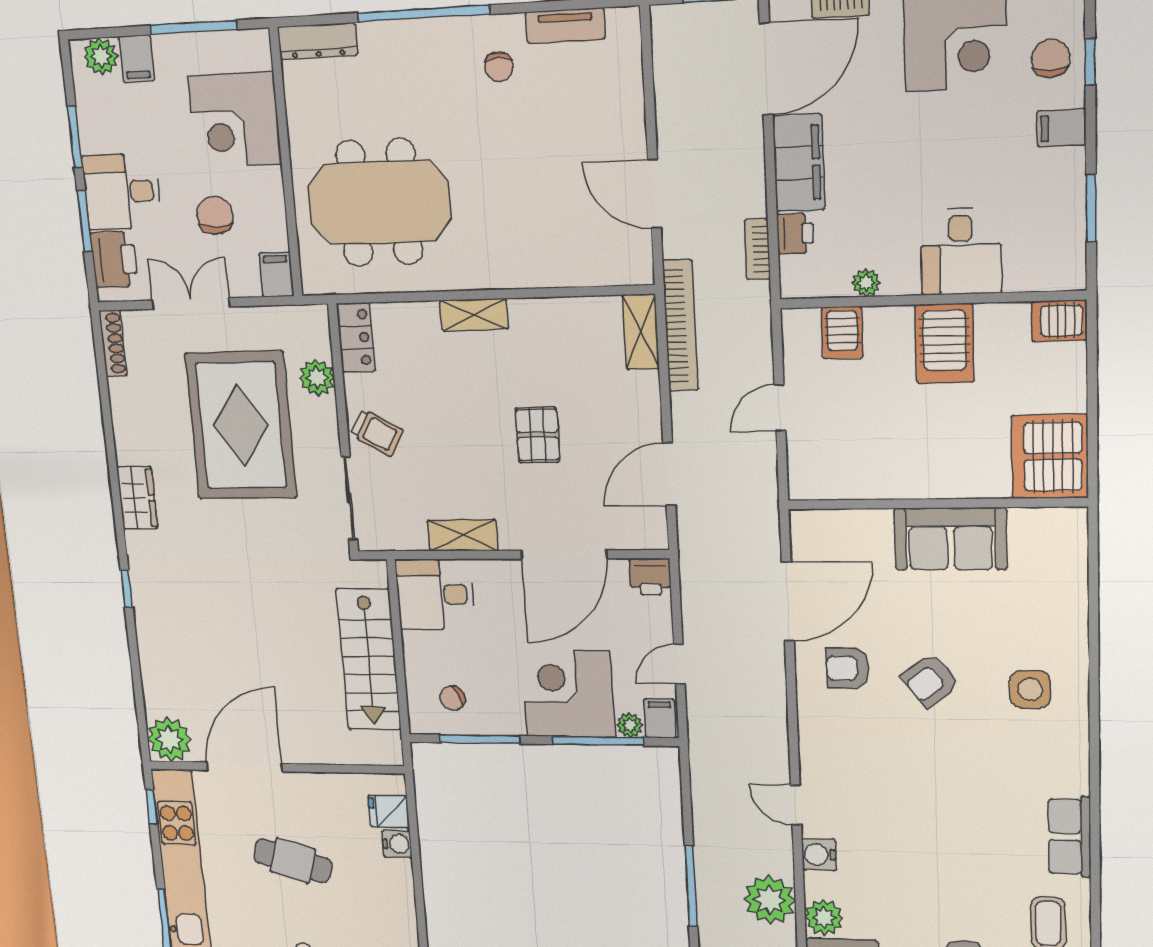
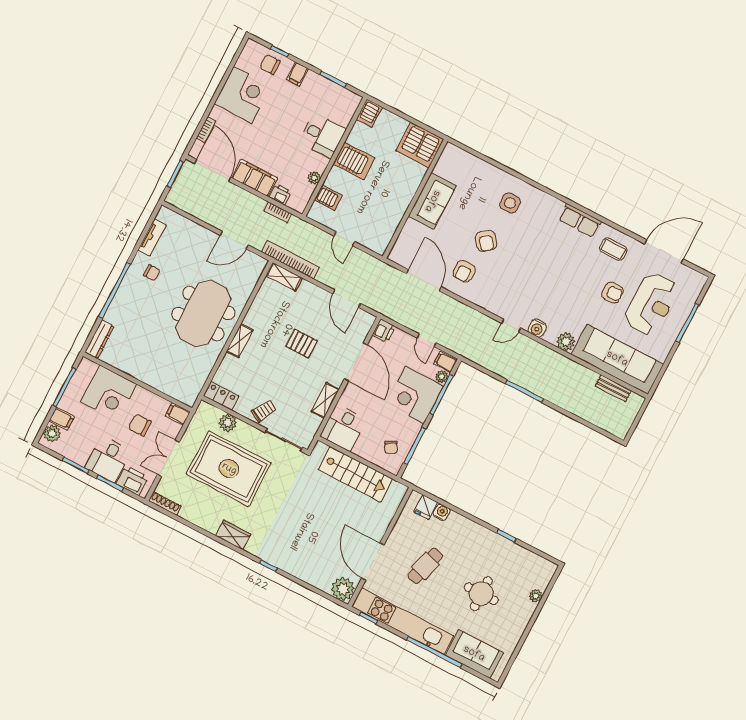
meeting table: (379, 203) -> (203, 314), moved
plant: (770, 900) -> (547, 361), removed

